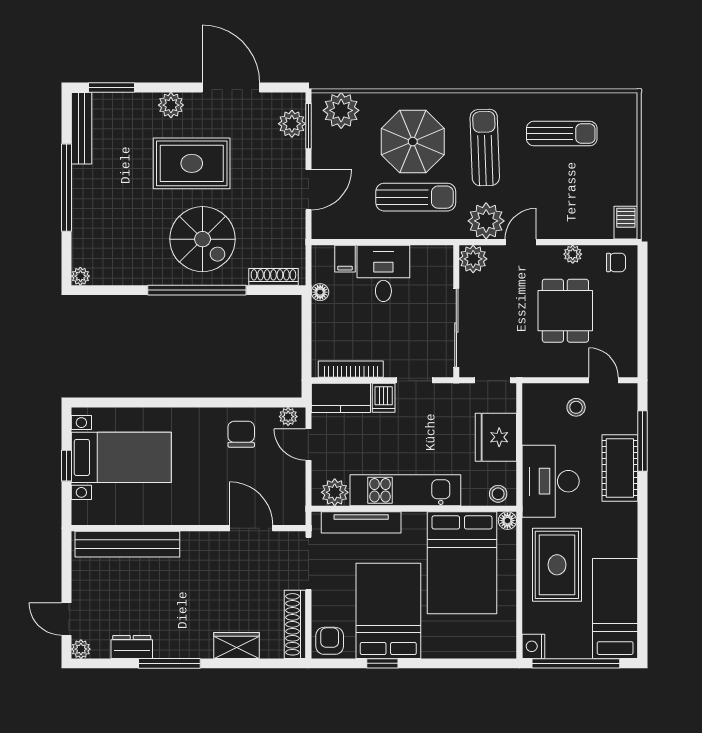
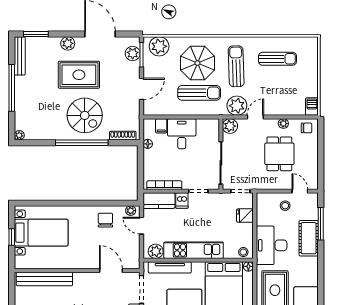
fridge: (496, 437) -> (245, 216), width x0.53, depth x0.75

